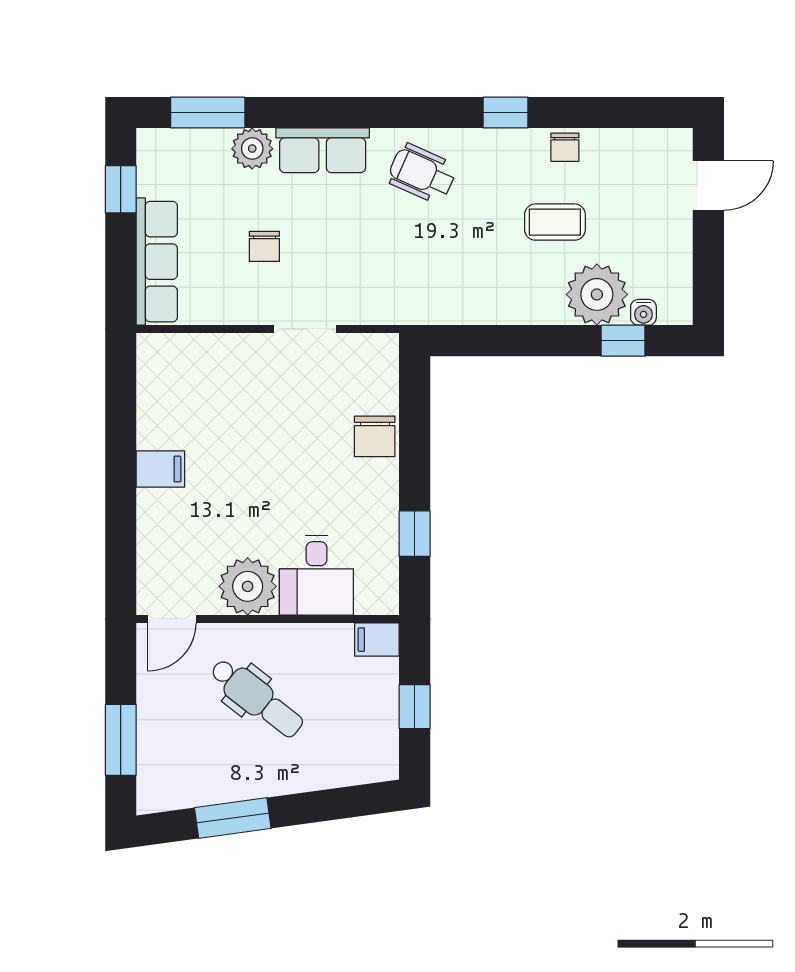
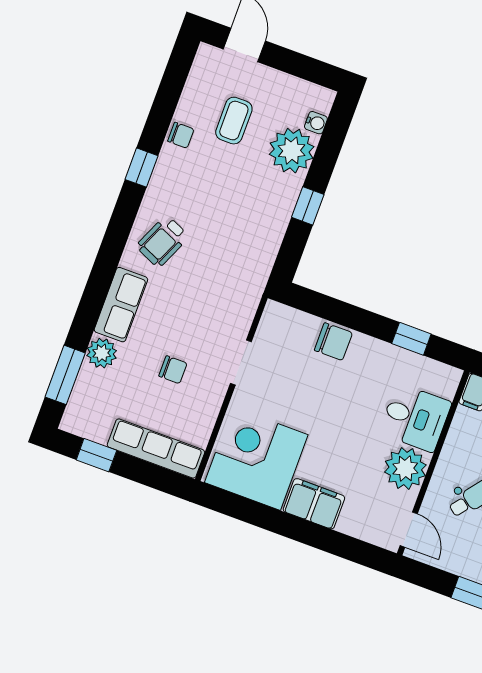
coffee table: (555, 222) -> (234, 121), moved
window: (623, 341) -> (308, 206), moved
corner desk: (191, 393) -> (256, 459), added
filing cabinet: (160, 469) -> (314, 504), width x2.00

